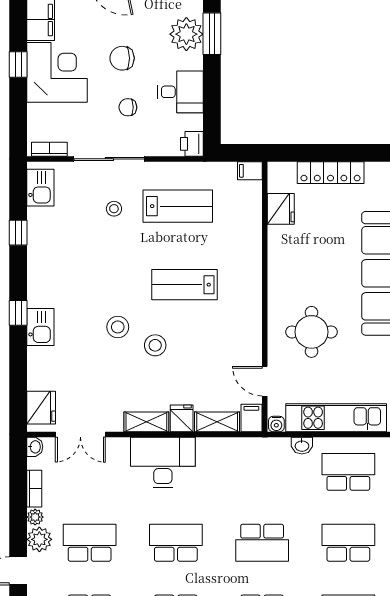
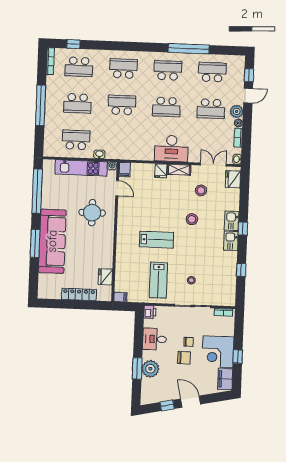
chair: (128, 107) -> (189, 342), moved
kitchen sink: (40, 188) -> (231, 241), moved
lab bench: (178, 206) -> (158, 280), turned -90
stool: (155, 345) -> (201, 190), moved
shelving: (217, 422) -> (143, 168), removed
school desk: (348, 472) -> (76, 140), turned 180

